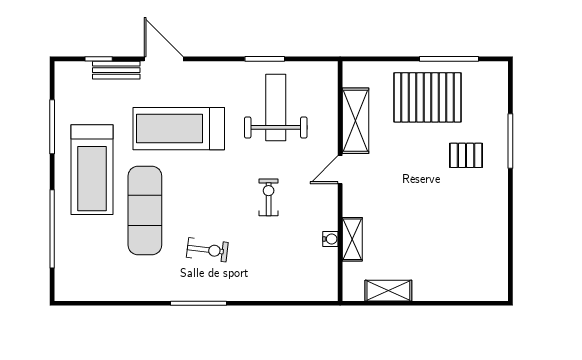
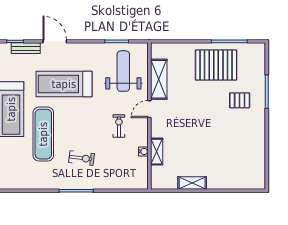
shelving: (356, 121) -> (159, 79), moved
door: (340, 170) -> (149, 109), moved
wall: (340, 181) -> (149, 116), moved
water cooler: (330, 239) -> (143, 151), moved
shelving: (352, 239) -> (157, 152), moved

